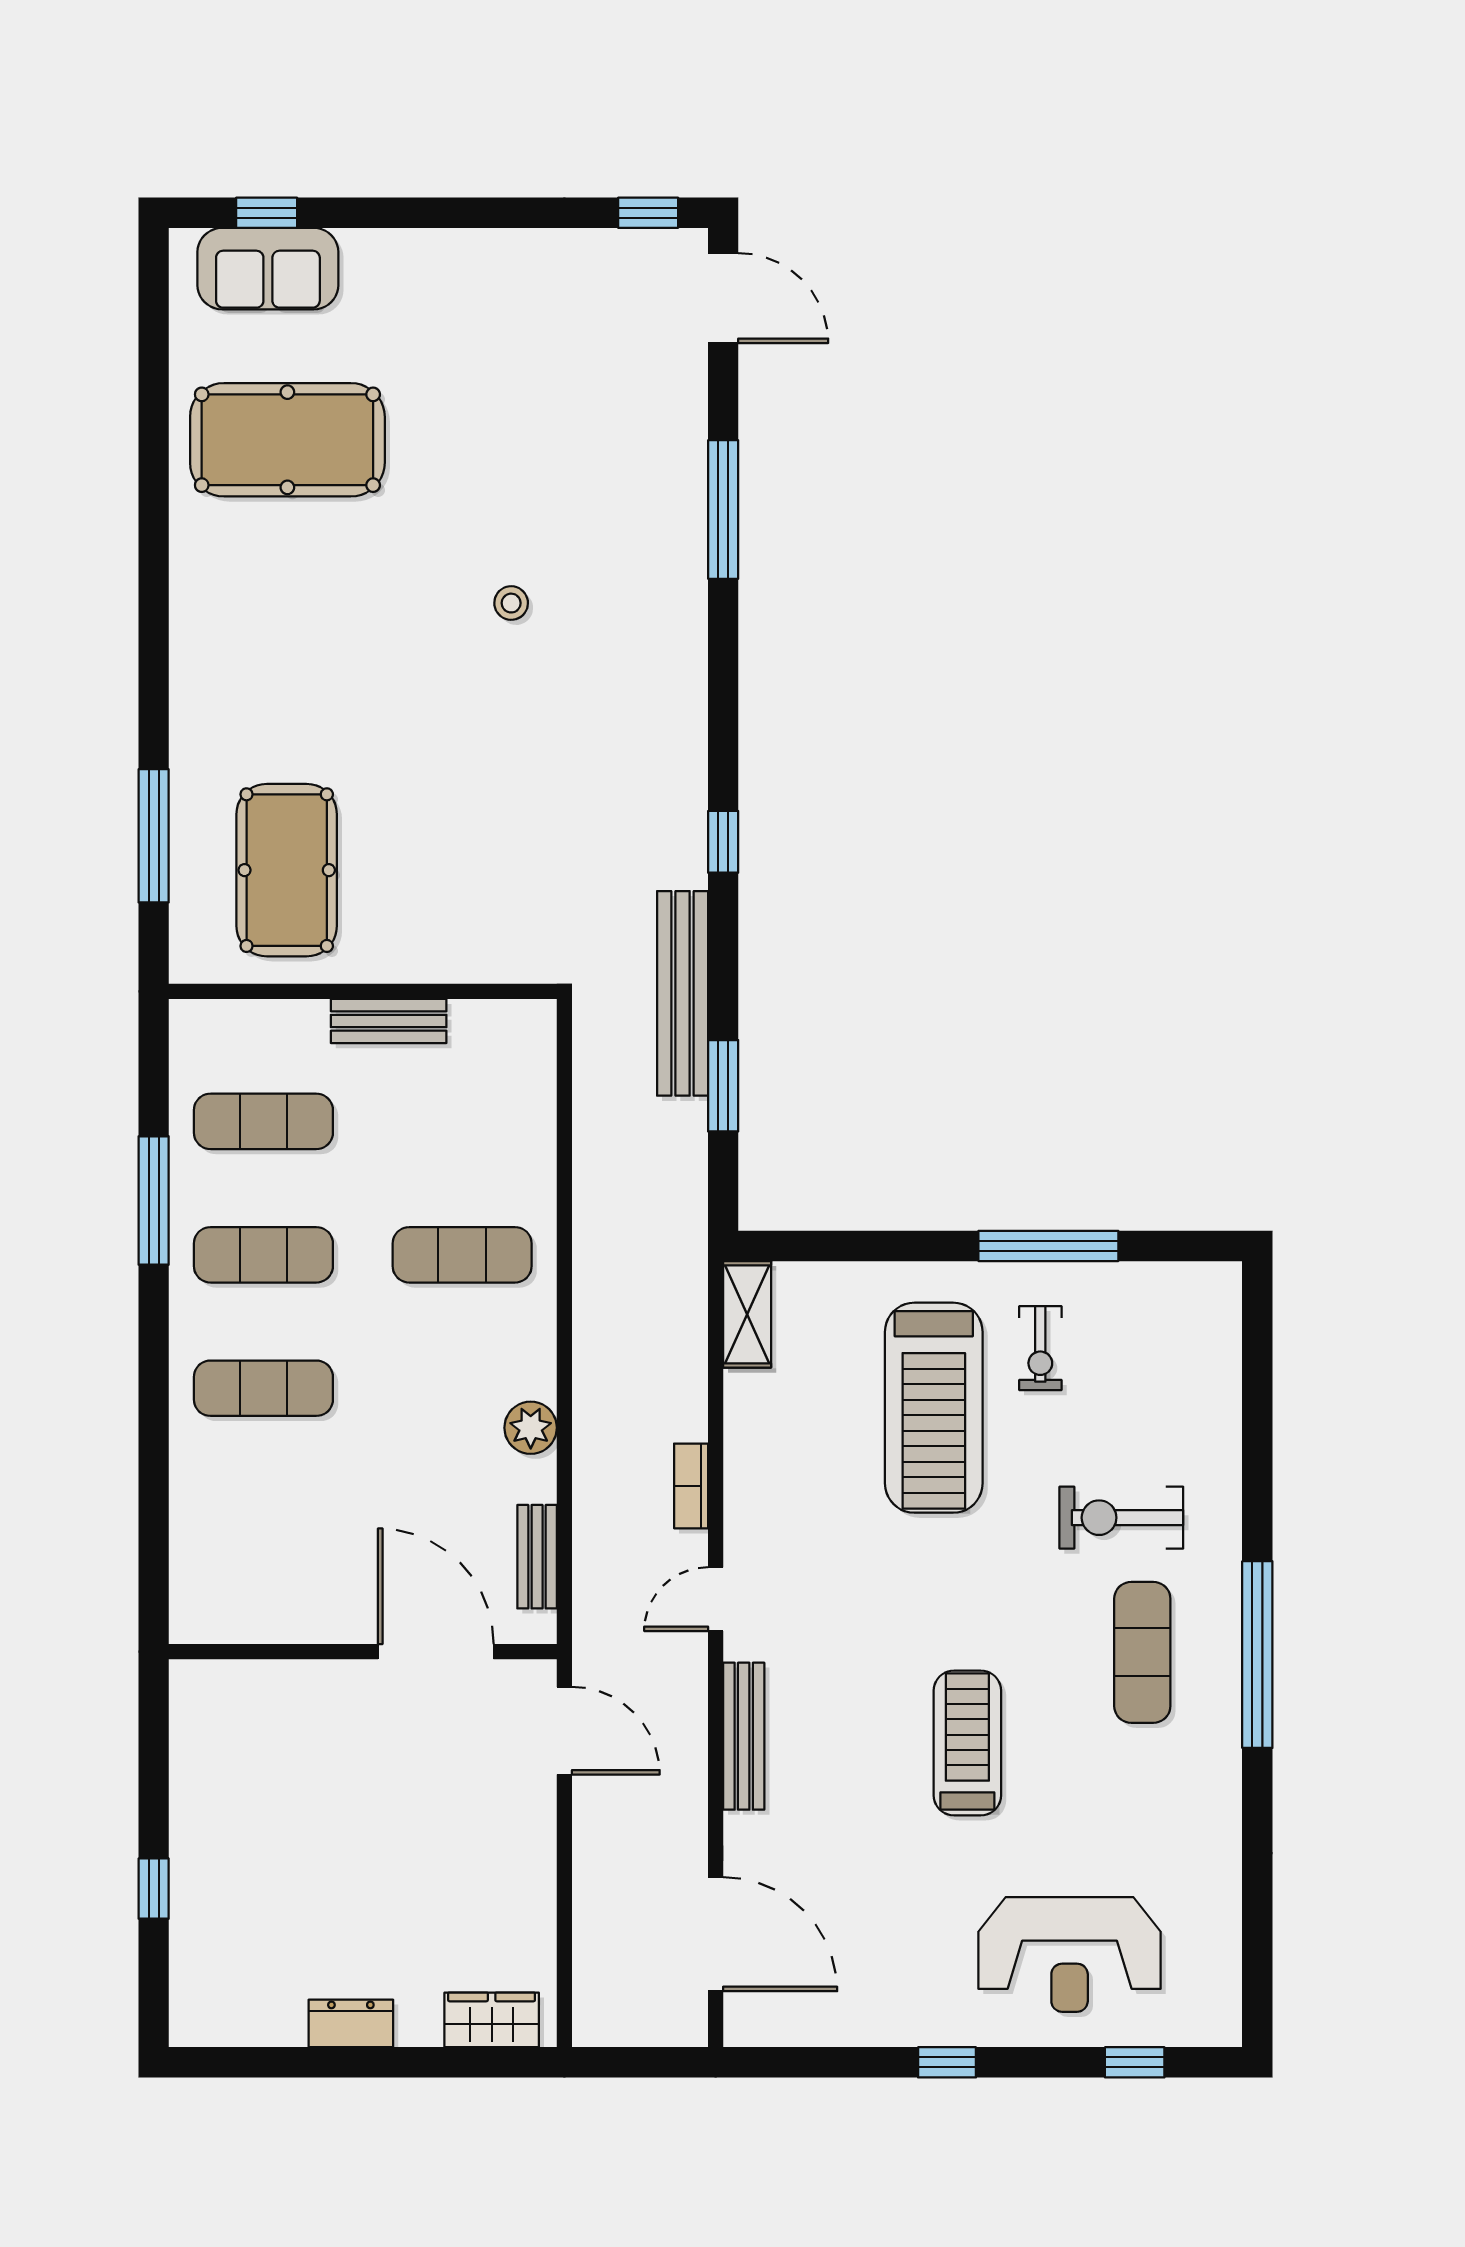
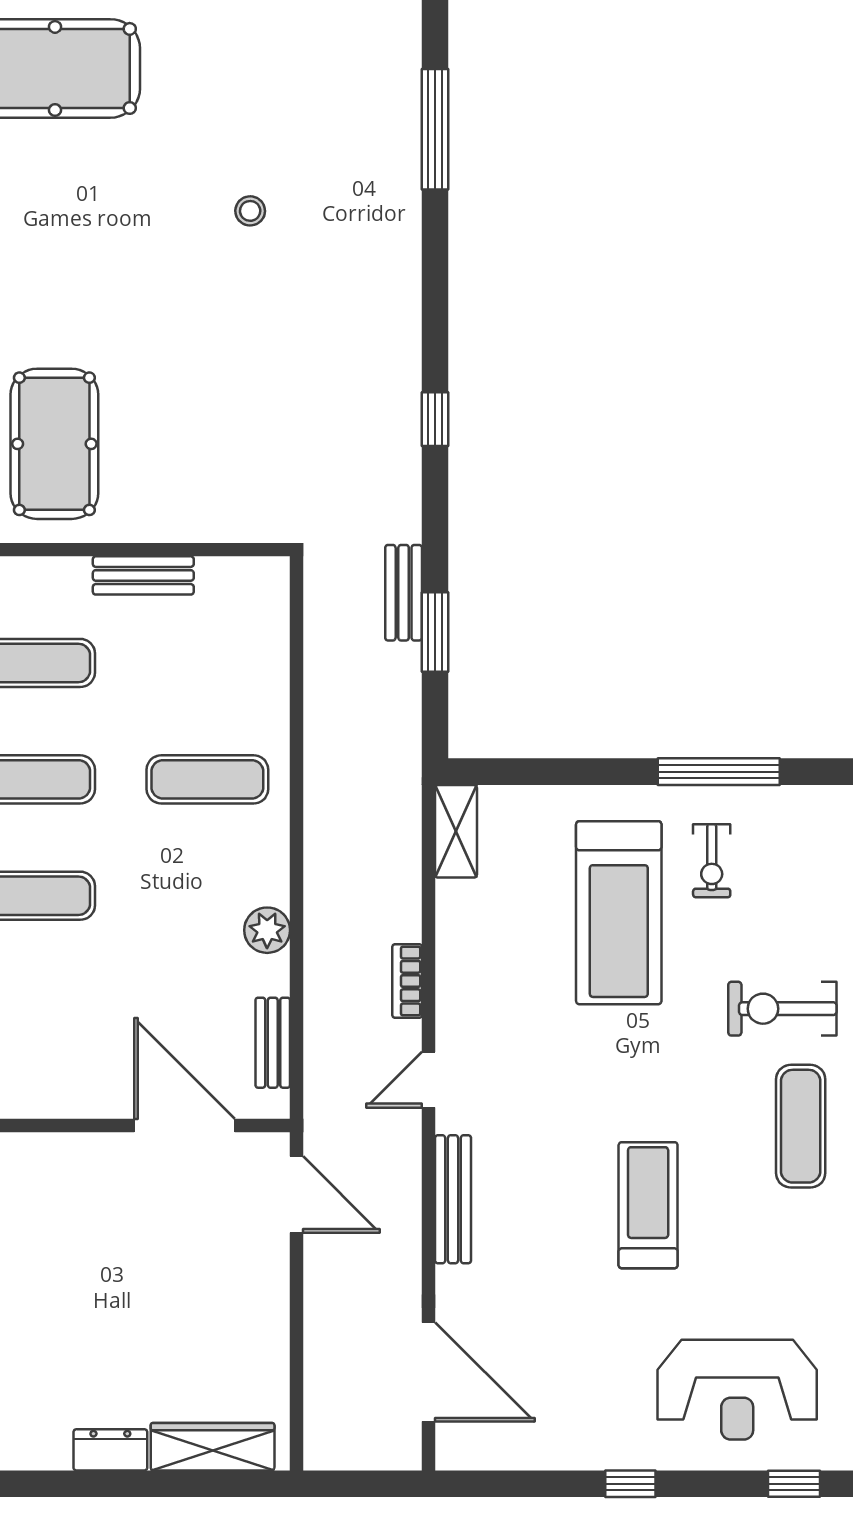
bench: (683, 993) -> (404, 593), width x0.54, depth x0.82
wardrobe: (492, 2020) -> (213, 1447), width x1.50

